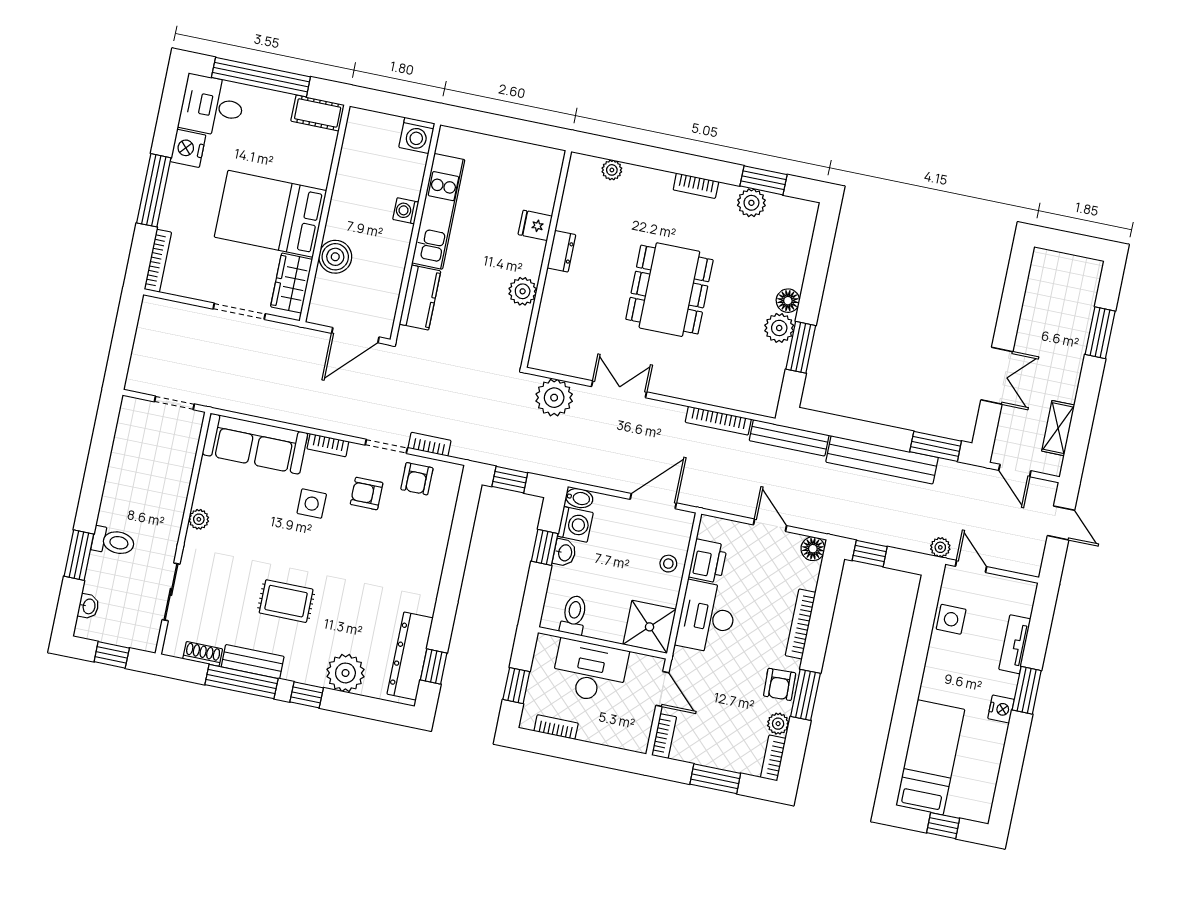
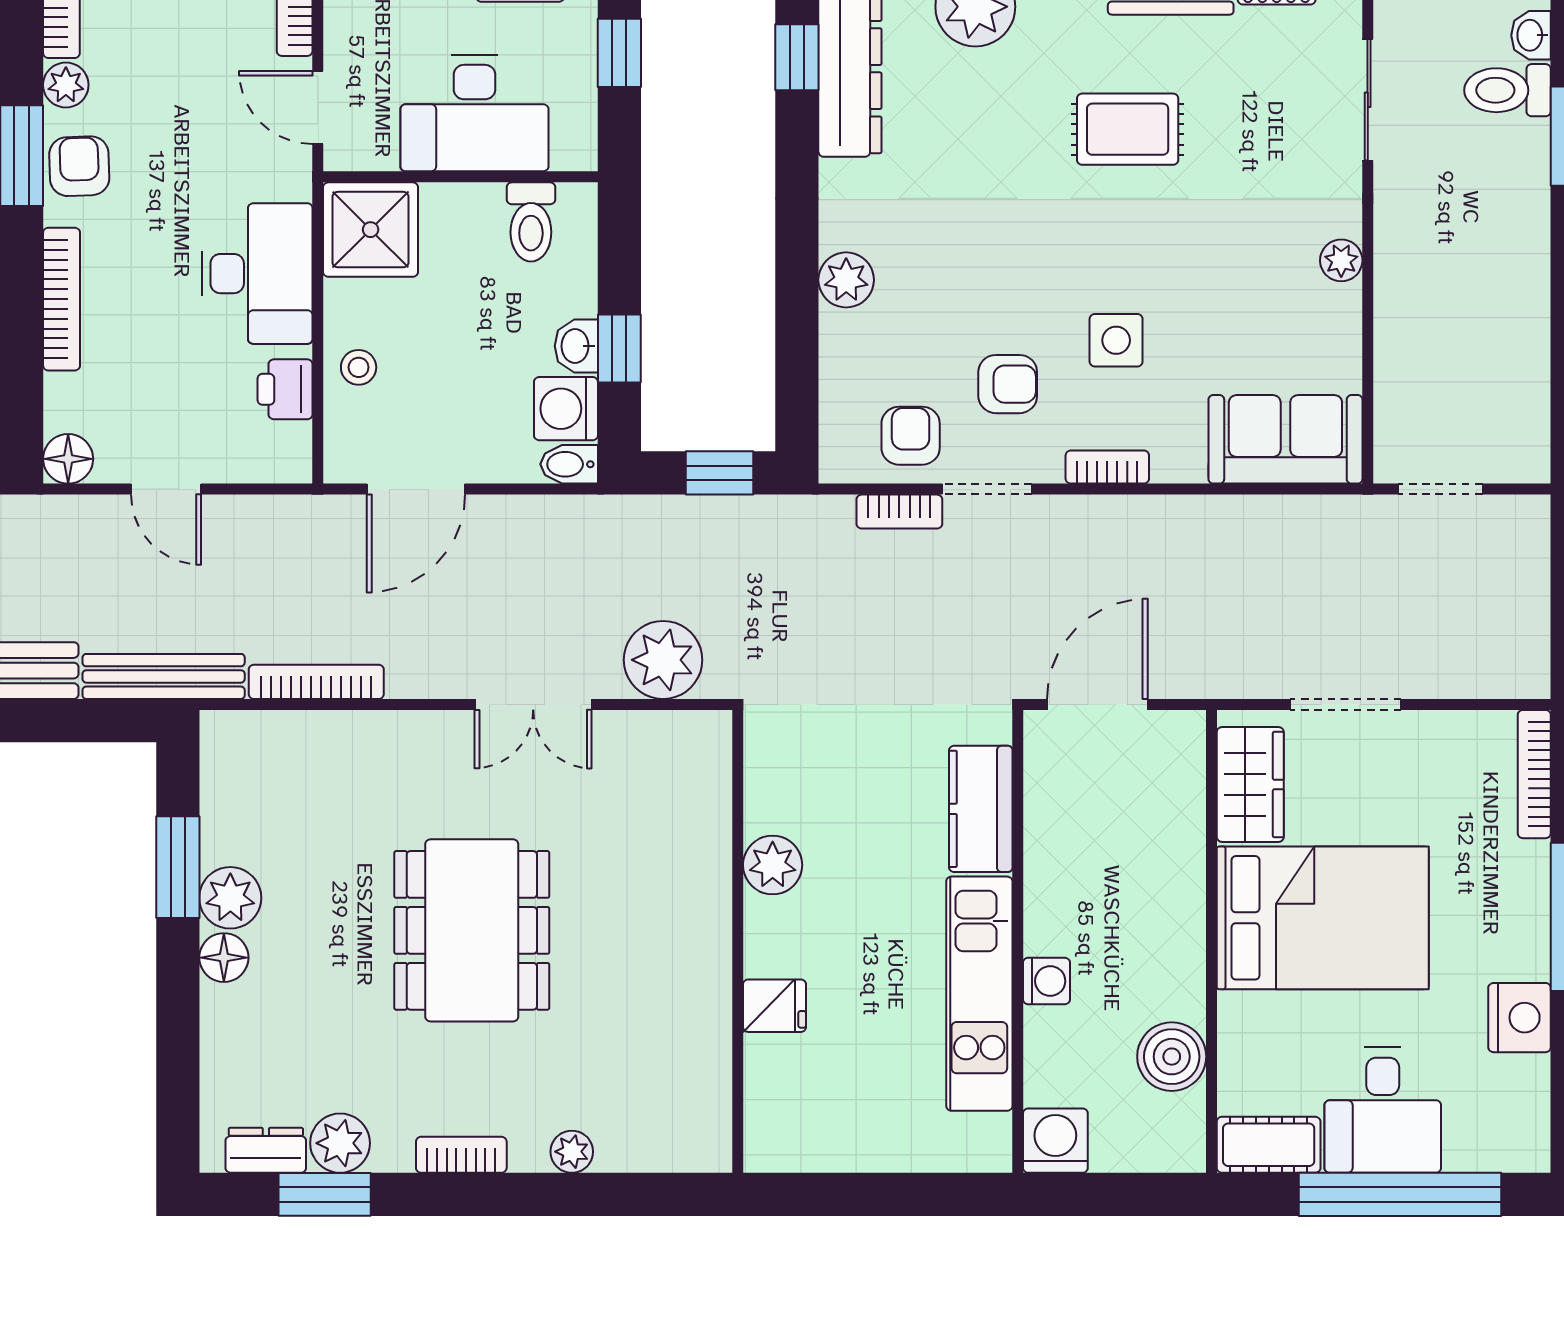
desk: (212, 106) -> (1383, 1110), moved, turned 90
plant: (612, 170) -> (572, 1152), moved
dresser: (561, 251) -> (266, 1150), moved, turned 90
boiler: (335, 257) -> (1172, 1057), moved
sofa: (255, 444) -> (1285, 439), width x0.73
toilet: (113, 542) -> (1508, 90), moved
plant: (432, 558) -> (846, 280), added
printer: (708, 561) -> (285, 389), width x0.73, depth x0.81

